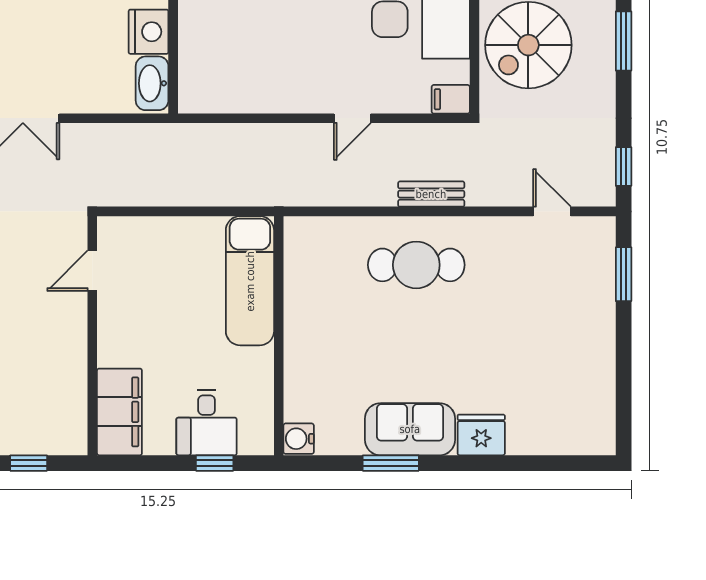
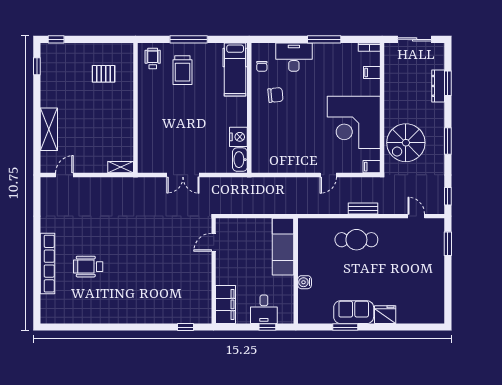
water cooler: (299, 439) -> (305, 282), moved

